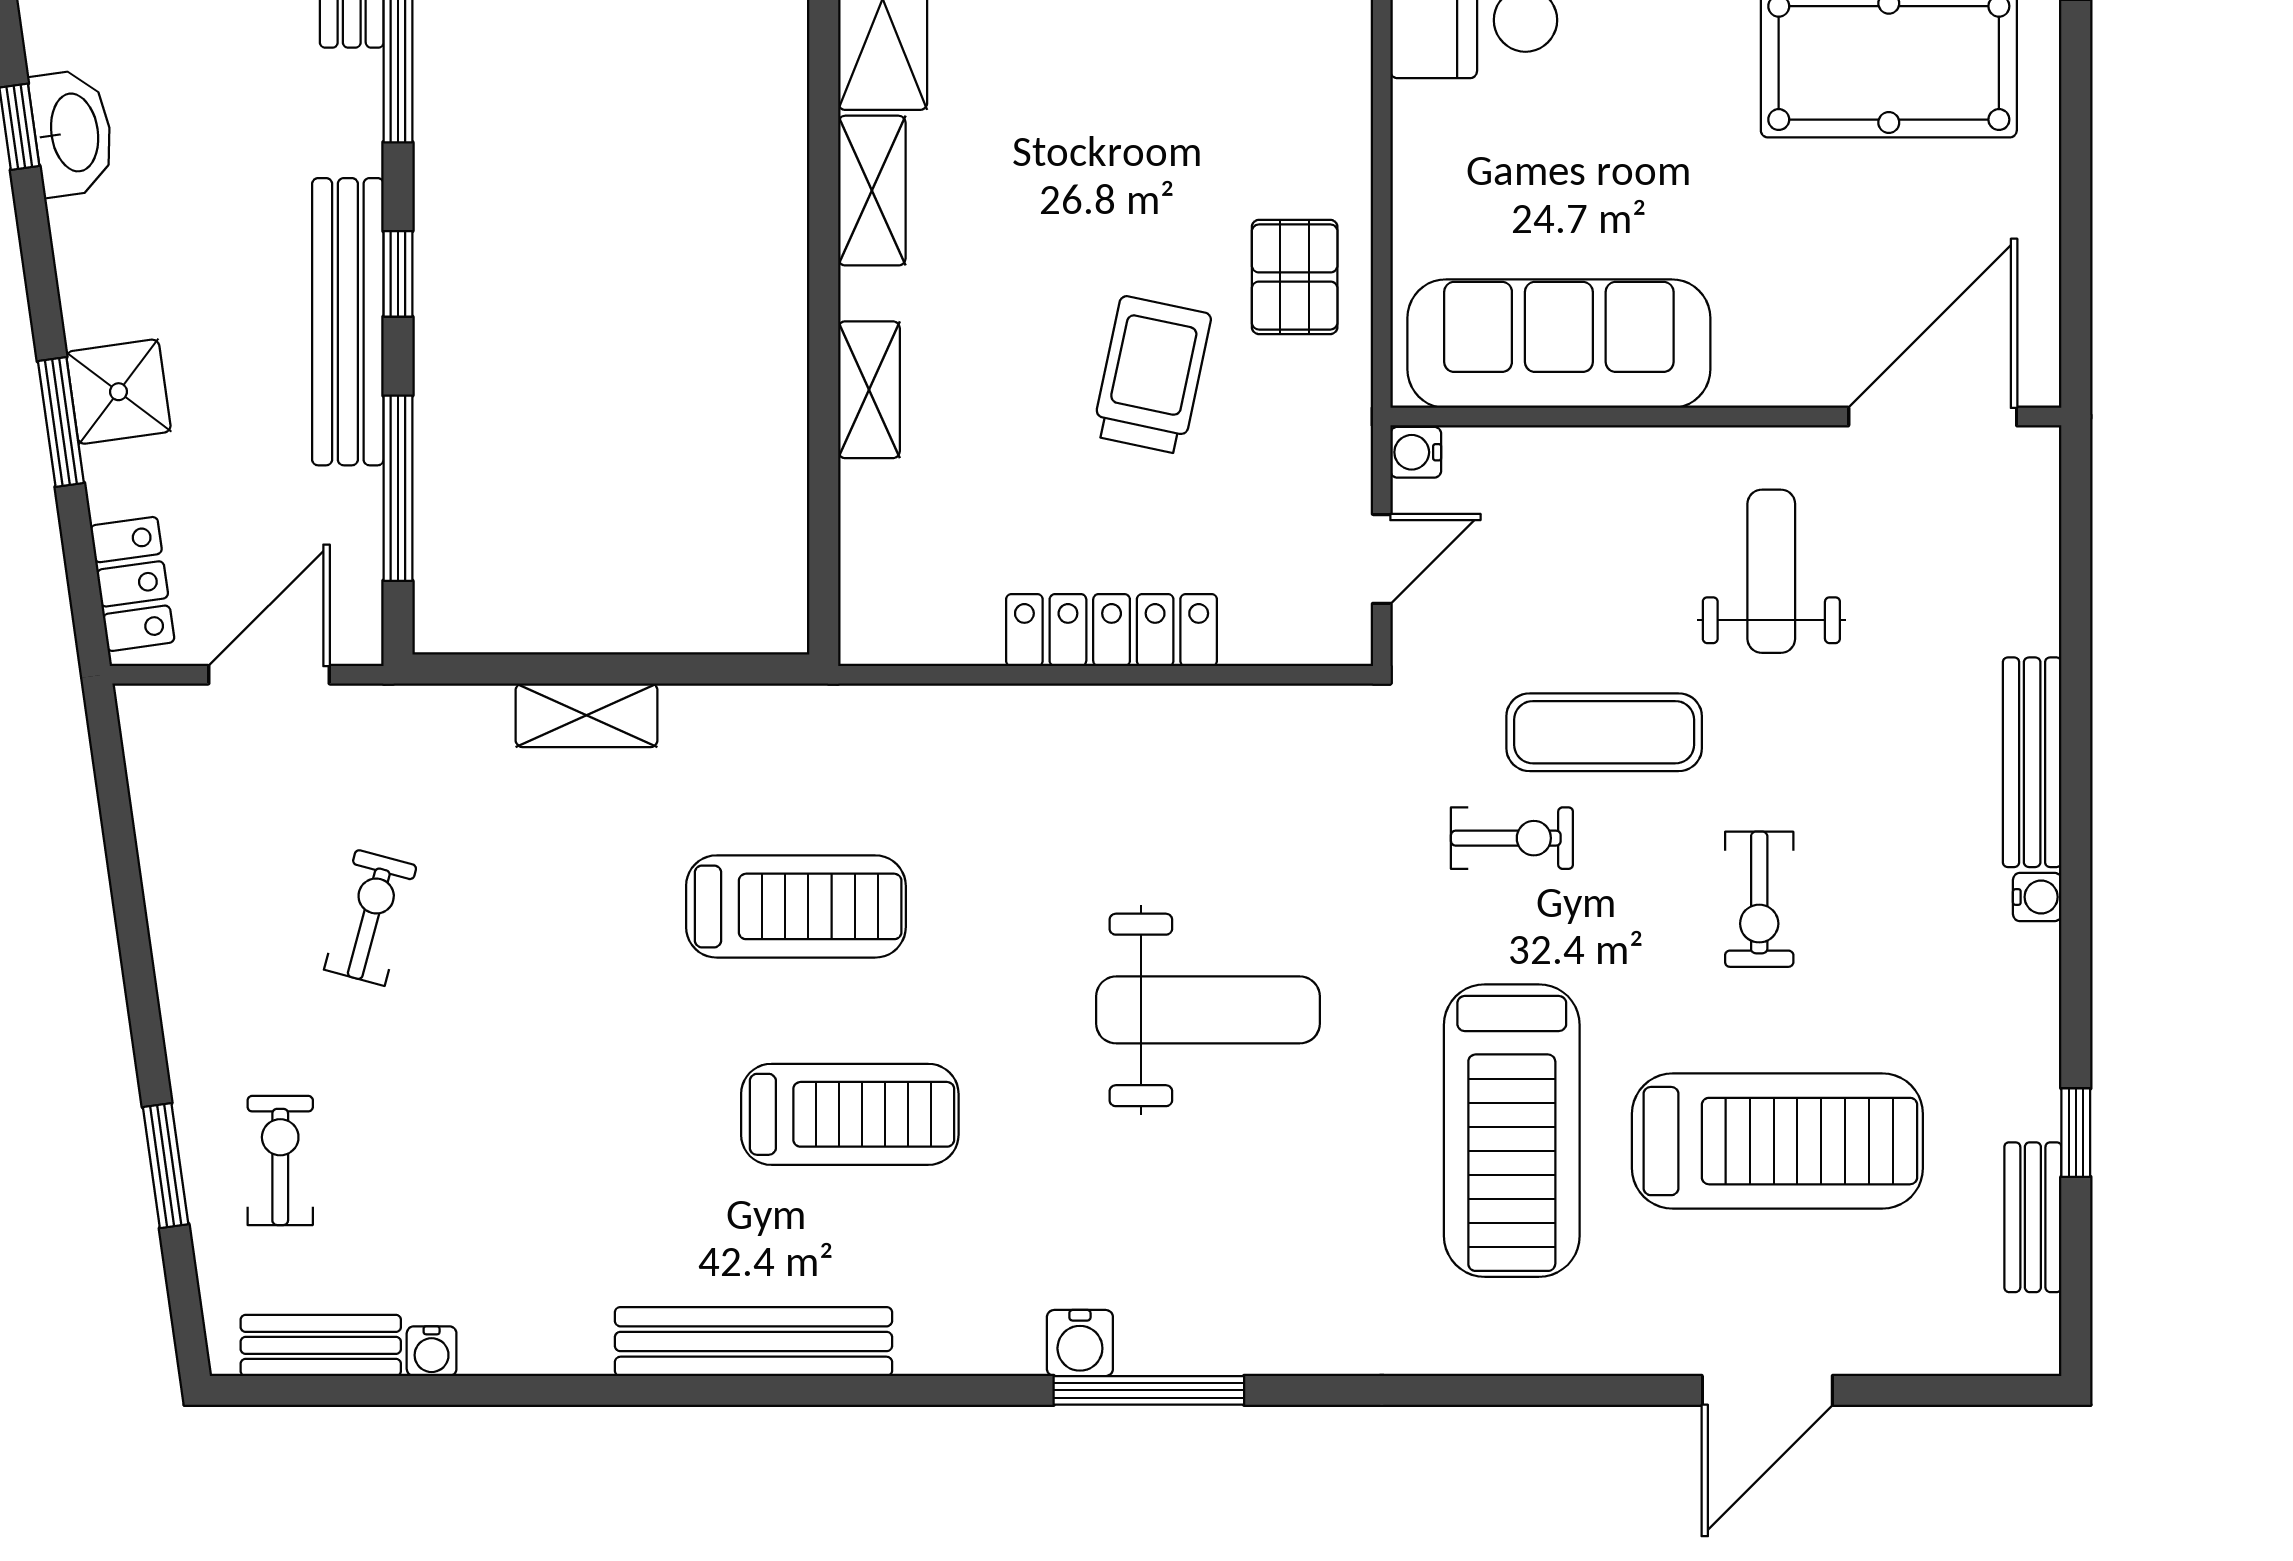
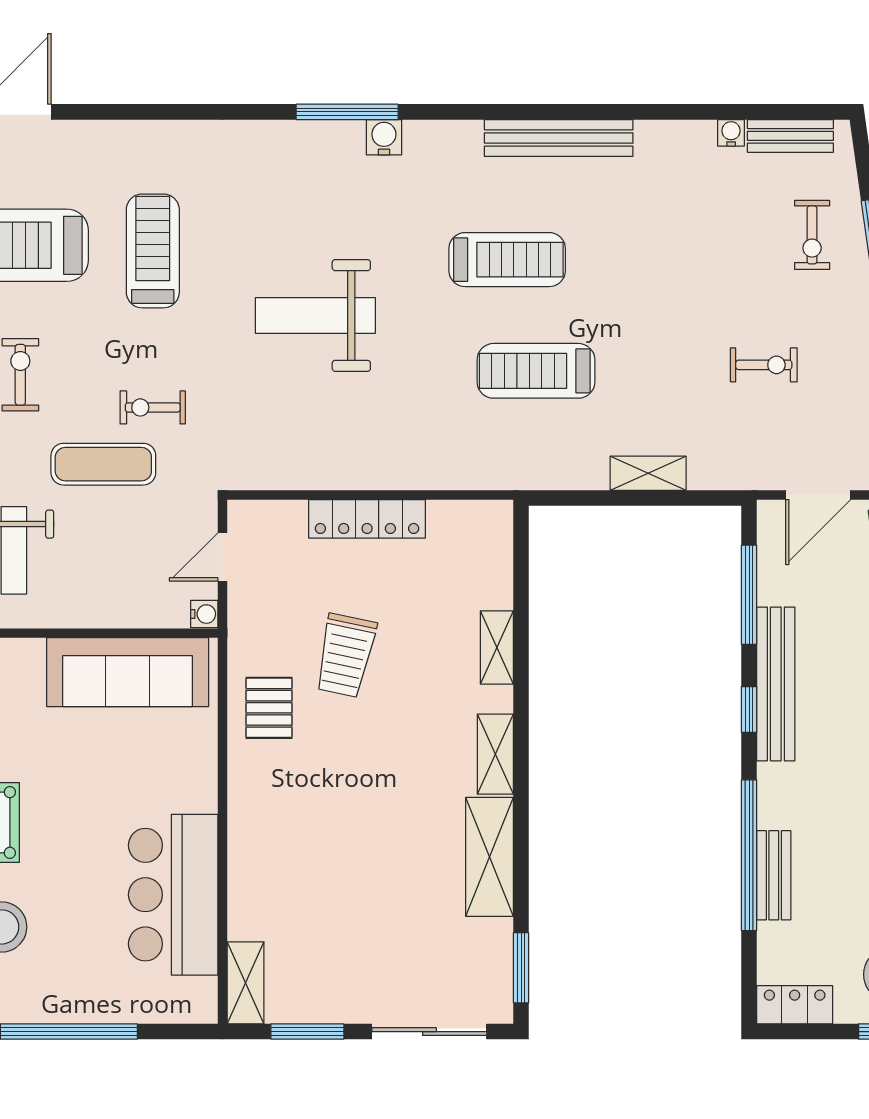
exercise bike: (370, 918) -> (764, 365), turned -105
treadmill: (850, 1114) -> (507, 260), turned 180
treadmill: (1512, 1131) -> (153, 251), width x0.73, depth x0.73

